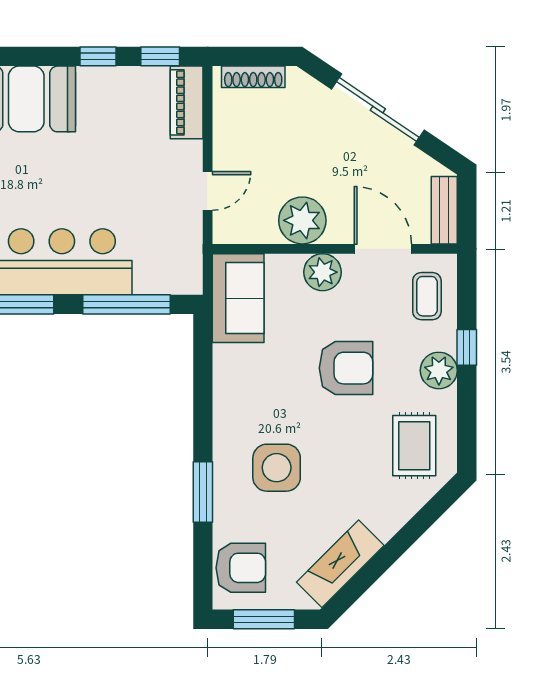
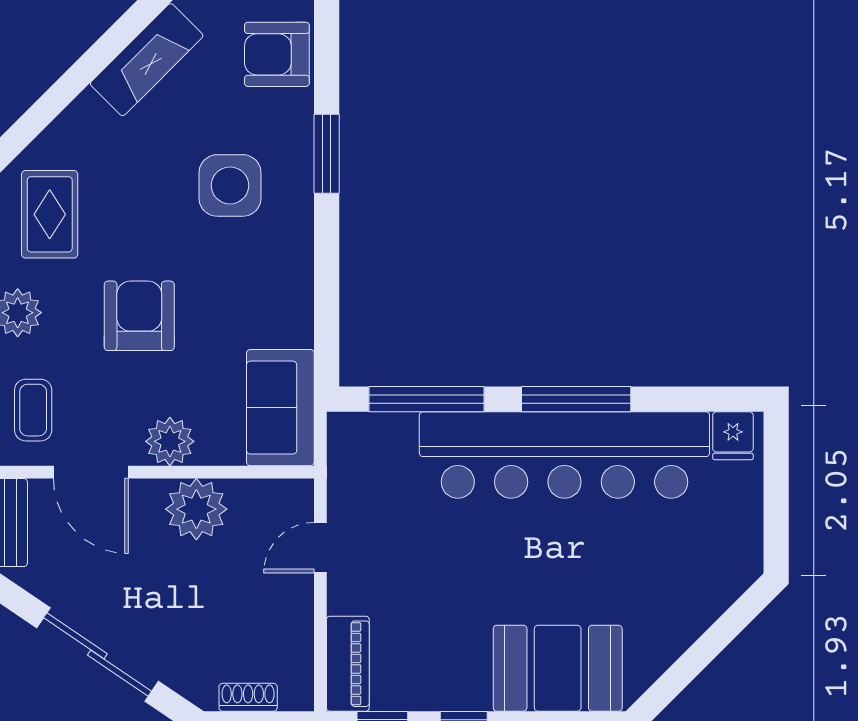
shoe rack: (253, 77) -> (248, 697), width x0.70
armchair: (346, 368) -> (139, 316), turned 90

